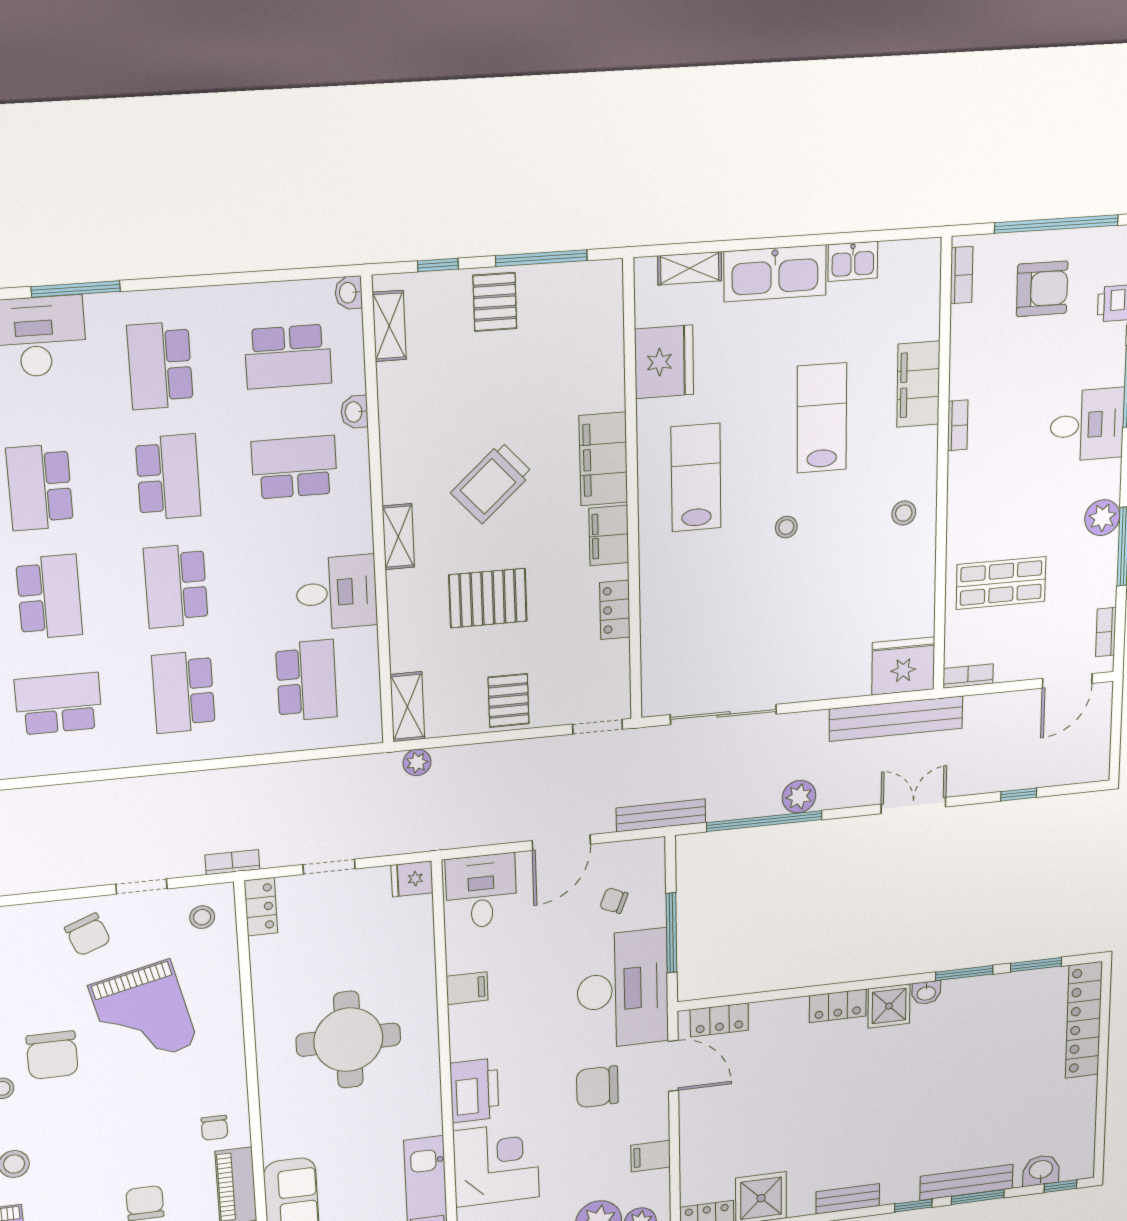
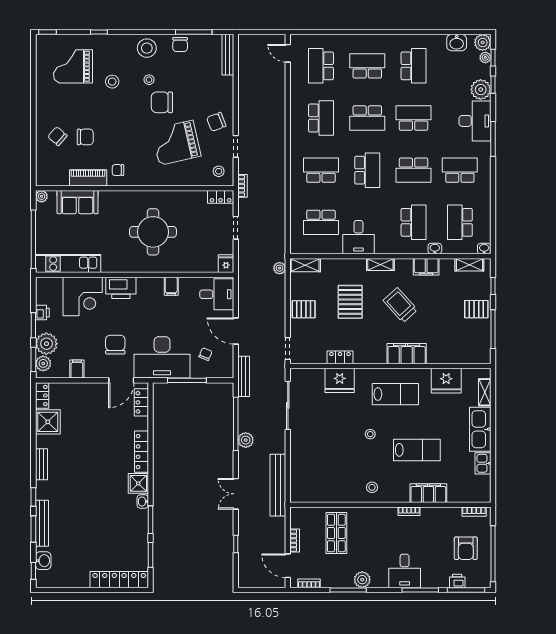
filing cabinet: (609, 535) -> (426, 267), moved, turned 180
school desk: (176, 586) -> (367, 170), turned 90
fridge: (903, 666) -> (340, 380), moved, turned 90
bookcase: (968, 676) -> (295, 540), moved
double door: (913, 805) -> (236, 494), swing flipped
locker: (838, 1006) -> (141, 452), width x1.53

